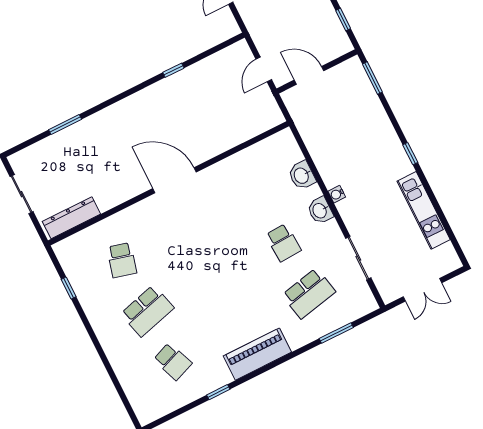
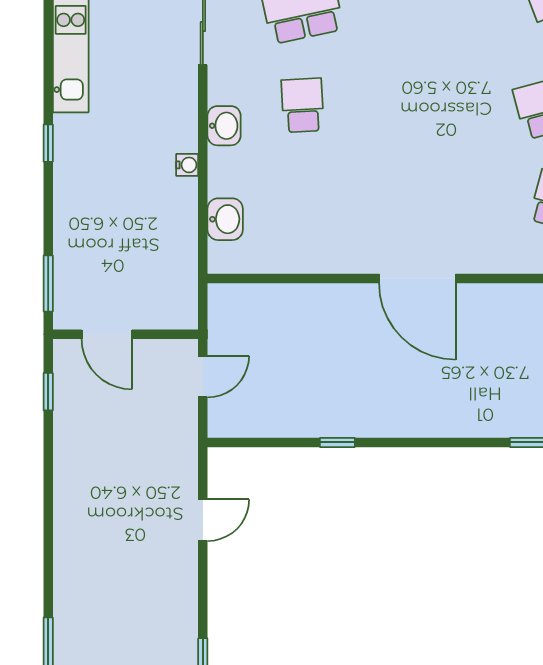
door: (309, 75) -> (107, 334), moved
washbasin: (302, 175) -> (225, 219), moved
water cooler: (337, 194) -> (187, 165), moved

